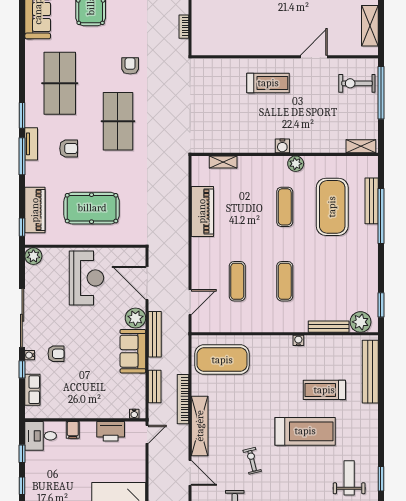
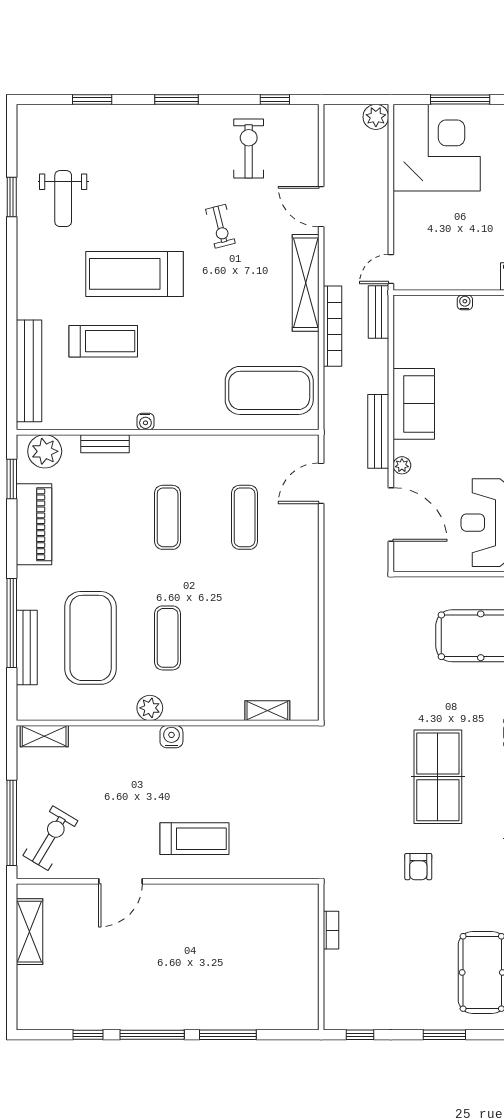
treadmill: (268, 83) -> (195, 839), turned 180
exercise bike: (357, 83) -> (50, 838), turned -59
piano: (202, 211) -> (34, 524), moved, turned 180
plant: (135, 318) -> (402, 465), width x0.53, depth x0.53
bench: (329, 327) -> (105, 444), width x0.73
bench: (155, 387) -> (378, 312), moved
water cooler: (134, 414) -> (465, 302), moved
printer: (111, 431) -> (450, 274), removed

